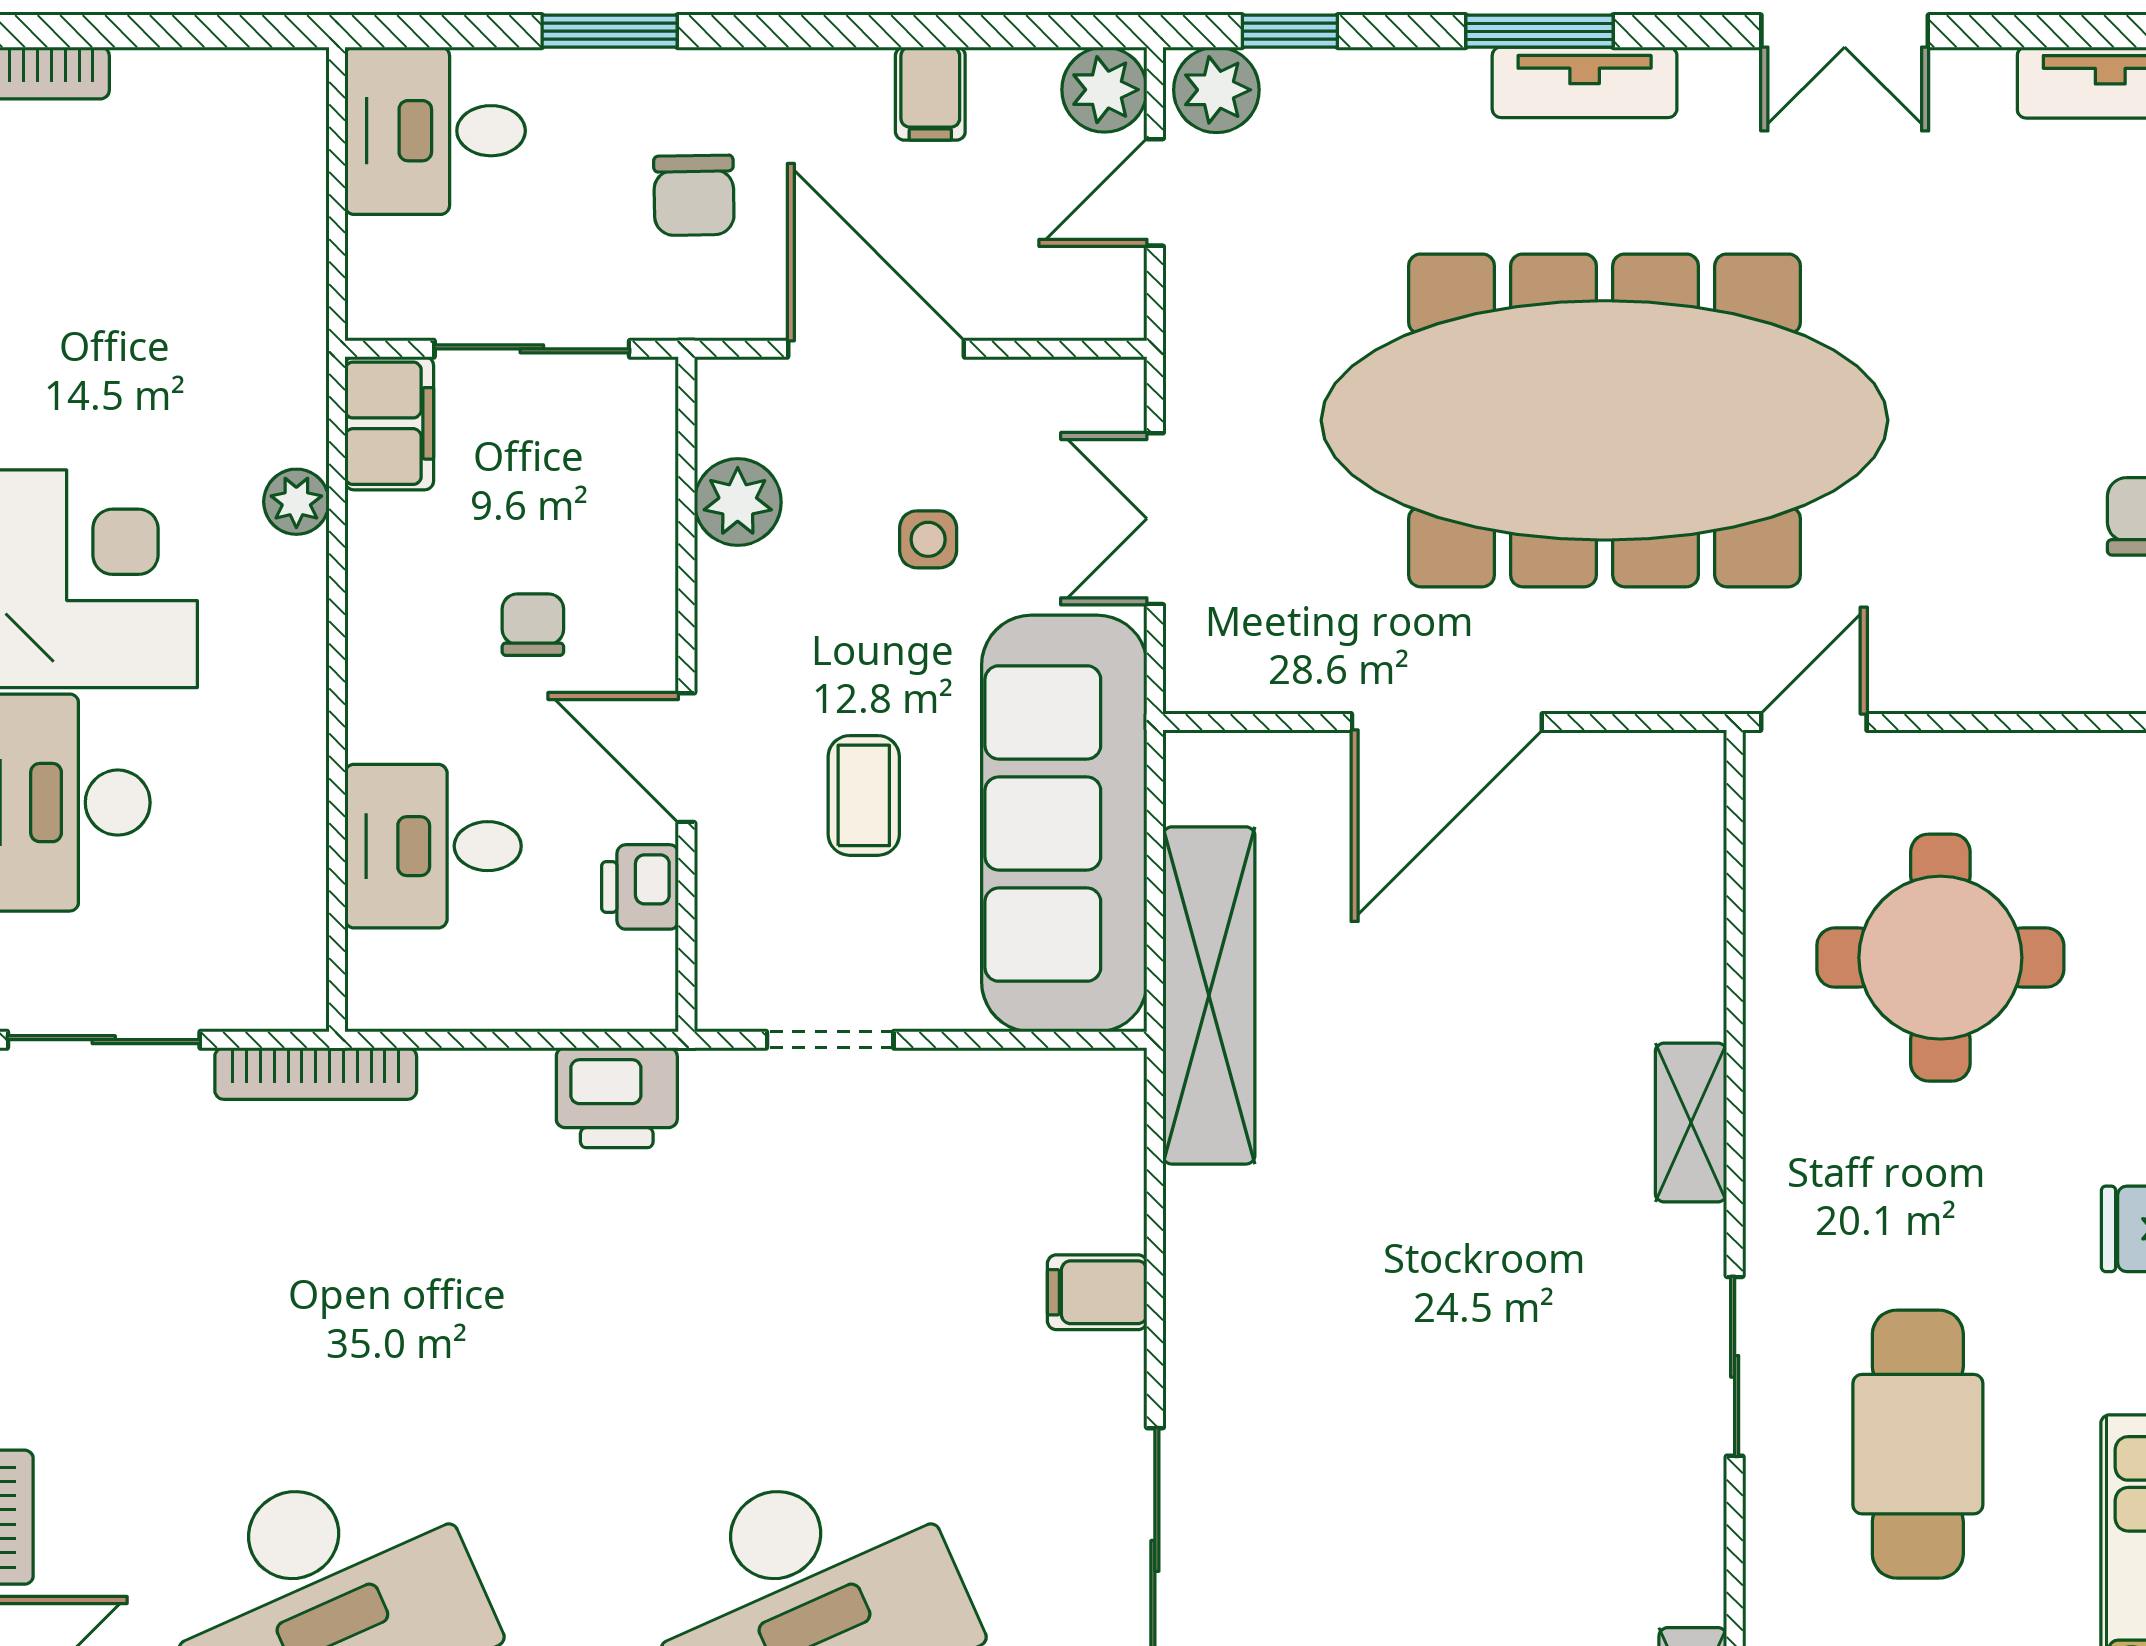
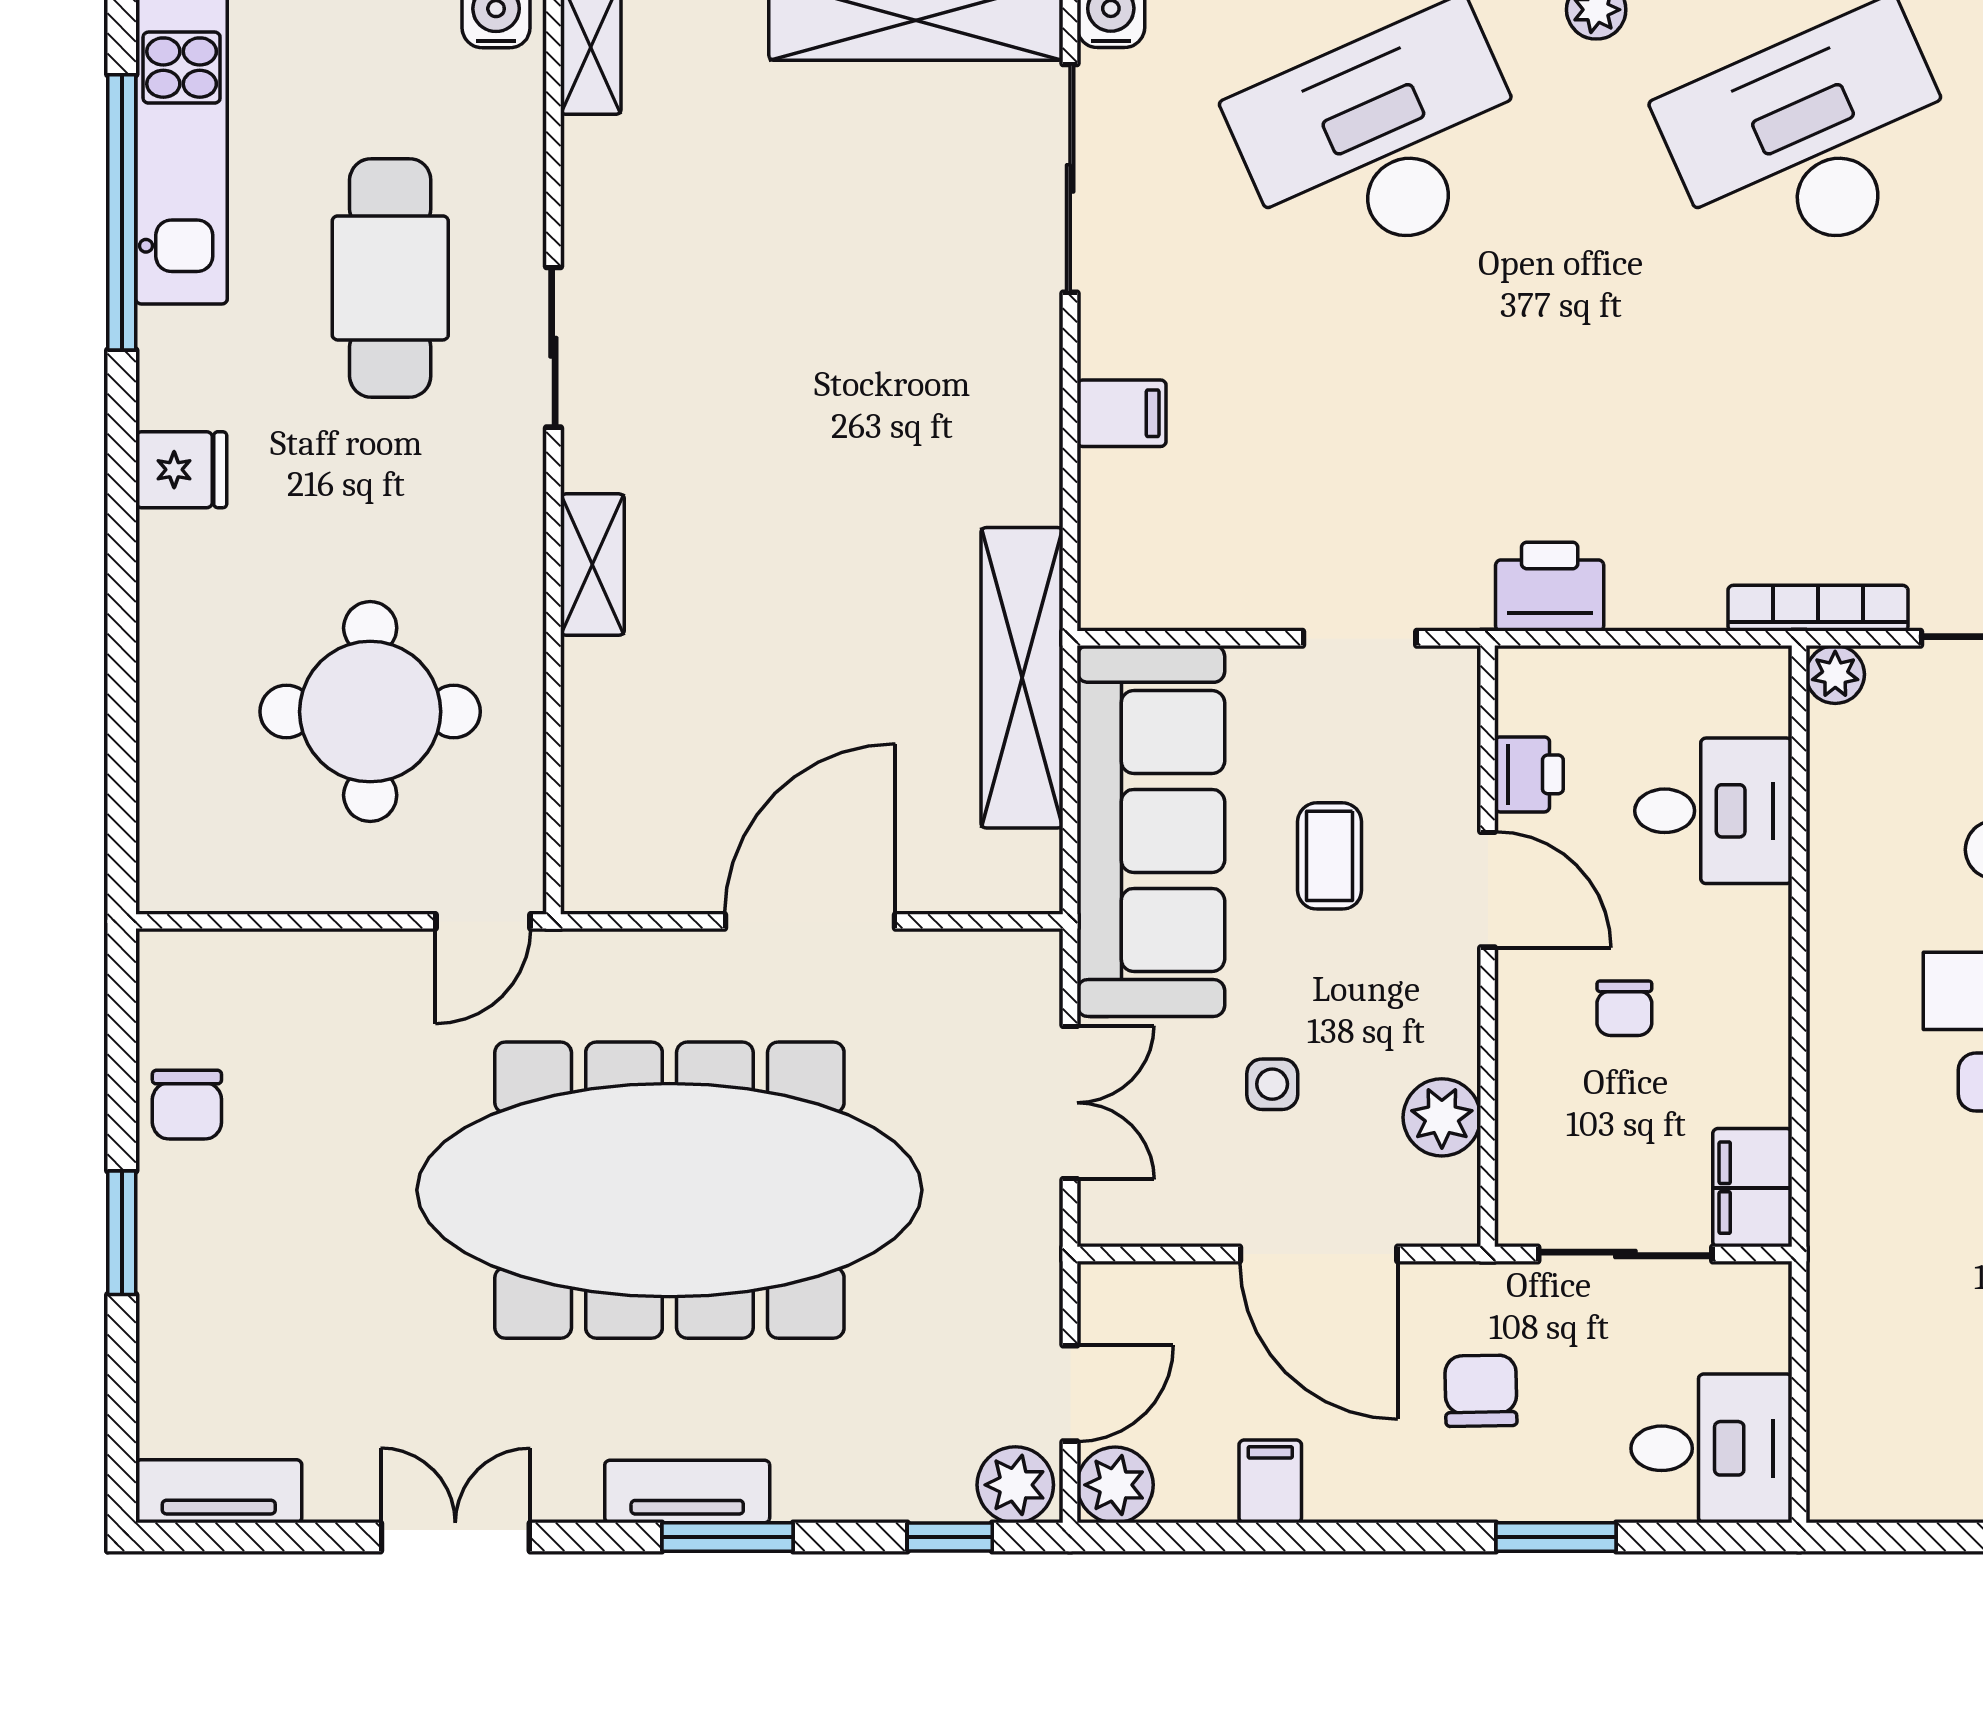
plant: (296, 502) -> (1835, 674), moved

